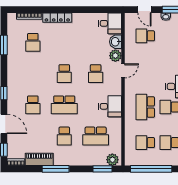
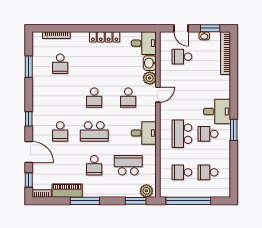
locker: (57, 18) -> (105, 37), moved
school desk: (96, 136) -> (128, 165), turned 180

